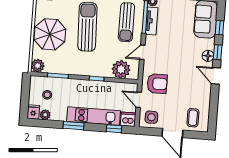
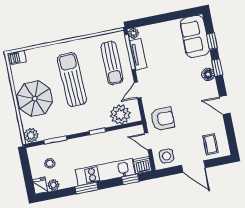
door: (216, 76) -> (225, 105), moved

